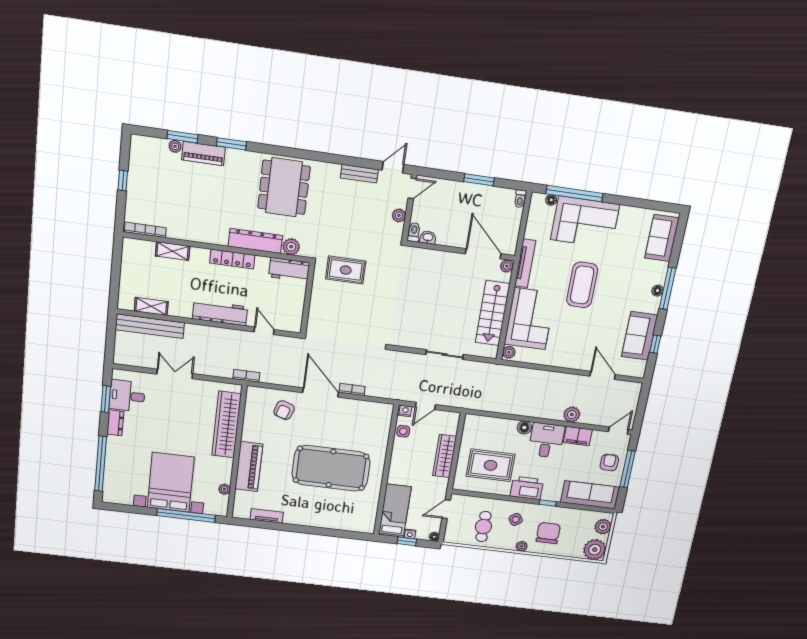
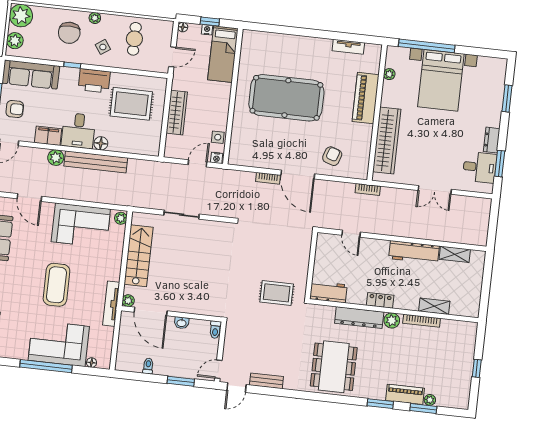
window: (479, 180) -> (181, 381), moved
window: (574, 194) -> (46, 366), moved
toilet: (520, 199) -> (148, 366), moved
plant: (399, 215) -> (230, 345), removed
bookcase: (145, 230) -> (422, 321), moved
washbasin: (428, 237) -> (182, 323), moved
plant: (291, 247) -> (392, 320), moved
locker: (232, 259) -> (380, 300), width x0.66
workbench: (220, 313) -> (414, 252), moved
corner sofa: (530, 319) -> (81, 225), moved, turned -90
bench: (150, 326) -> (96, 162), moved
armchair: (609, 462) -> (15, 109), turned -90
window: (101, 464) -> (507, 98), width x0.47

